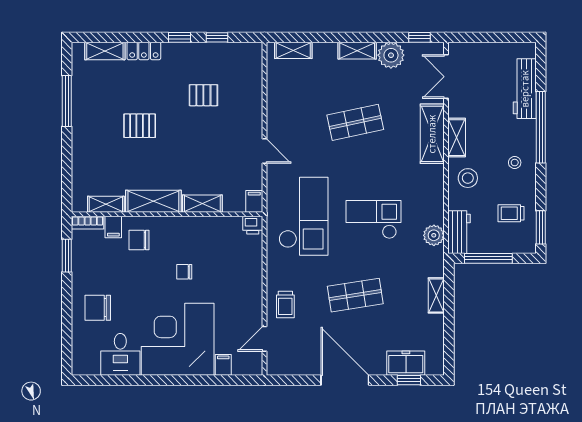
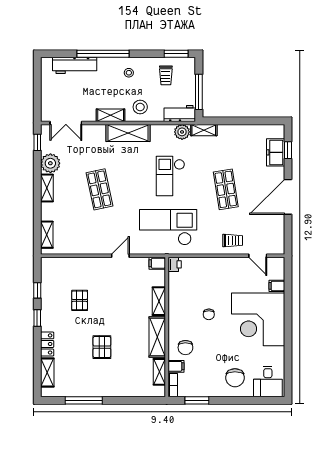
shelving: (432, 134) -> (128, 133), moved
shelving: (436, 295) -> (204, 130), moved
desk: (120, 354) -> (268, 381), moved, turned 90

